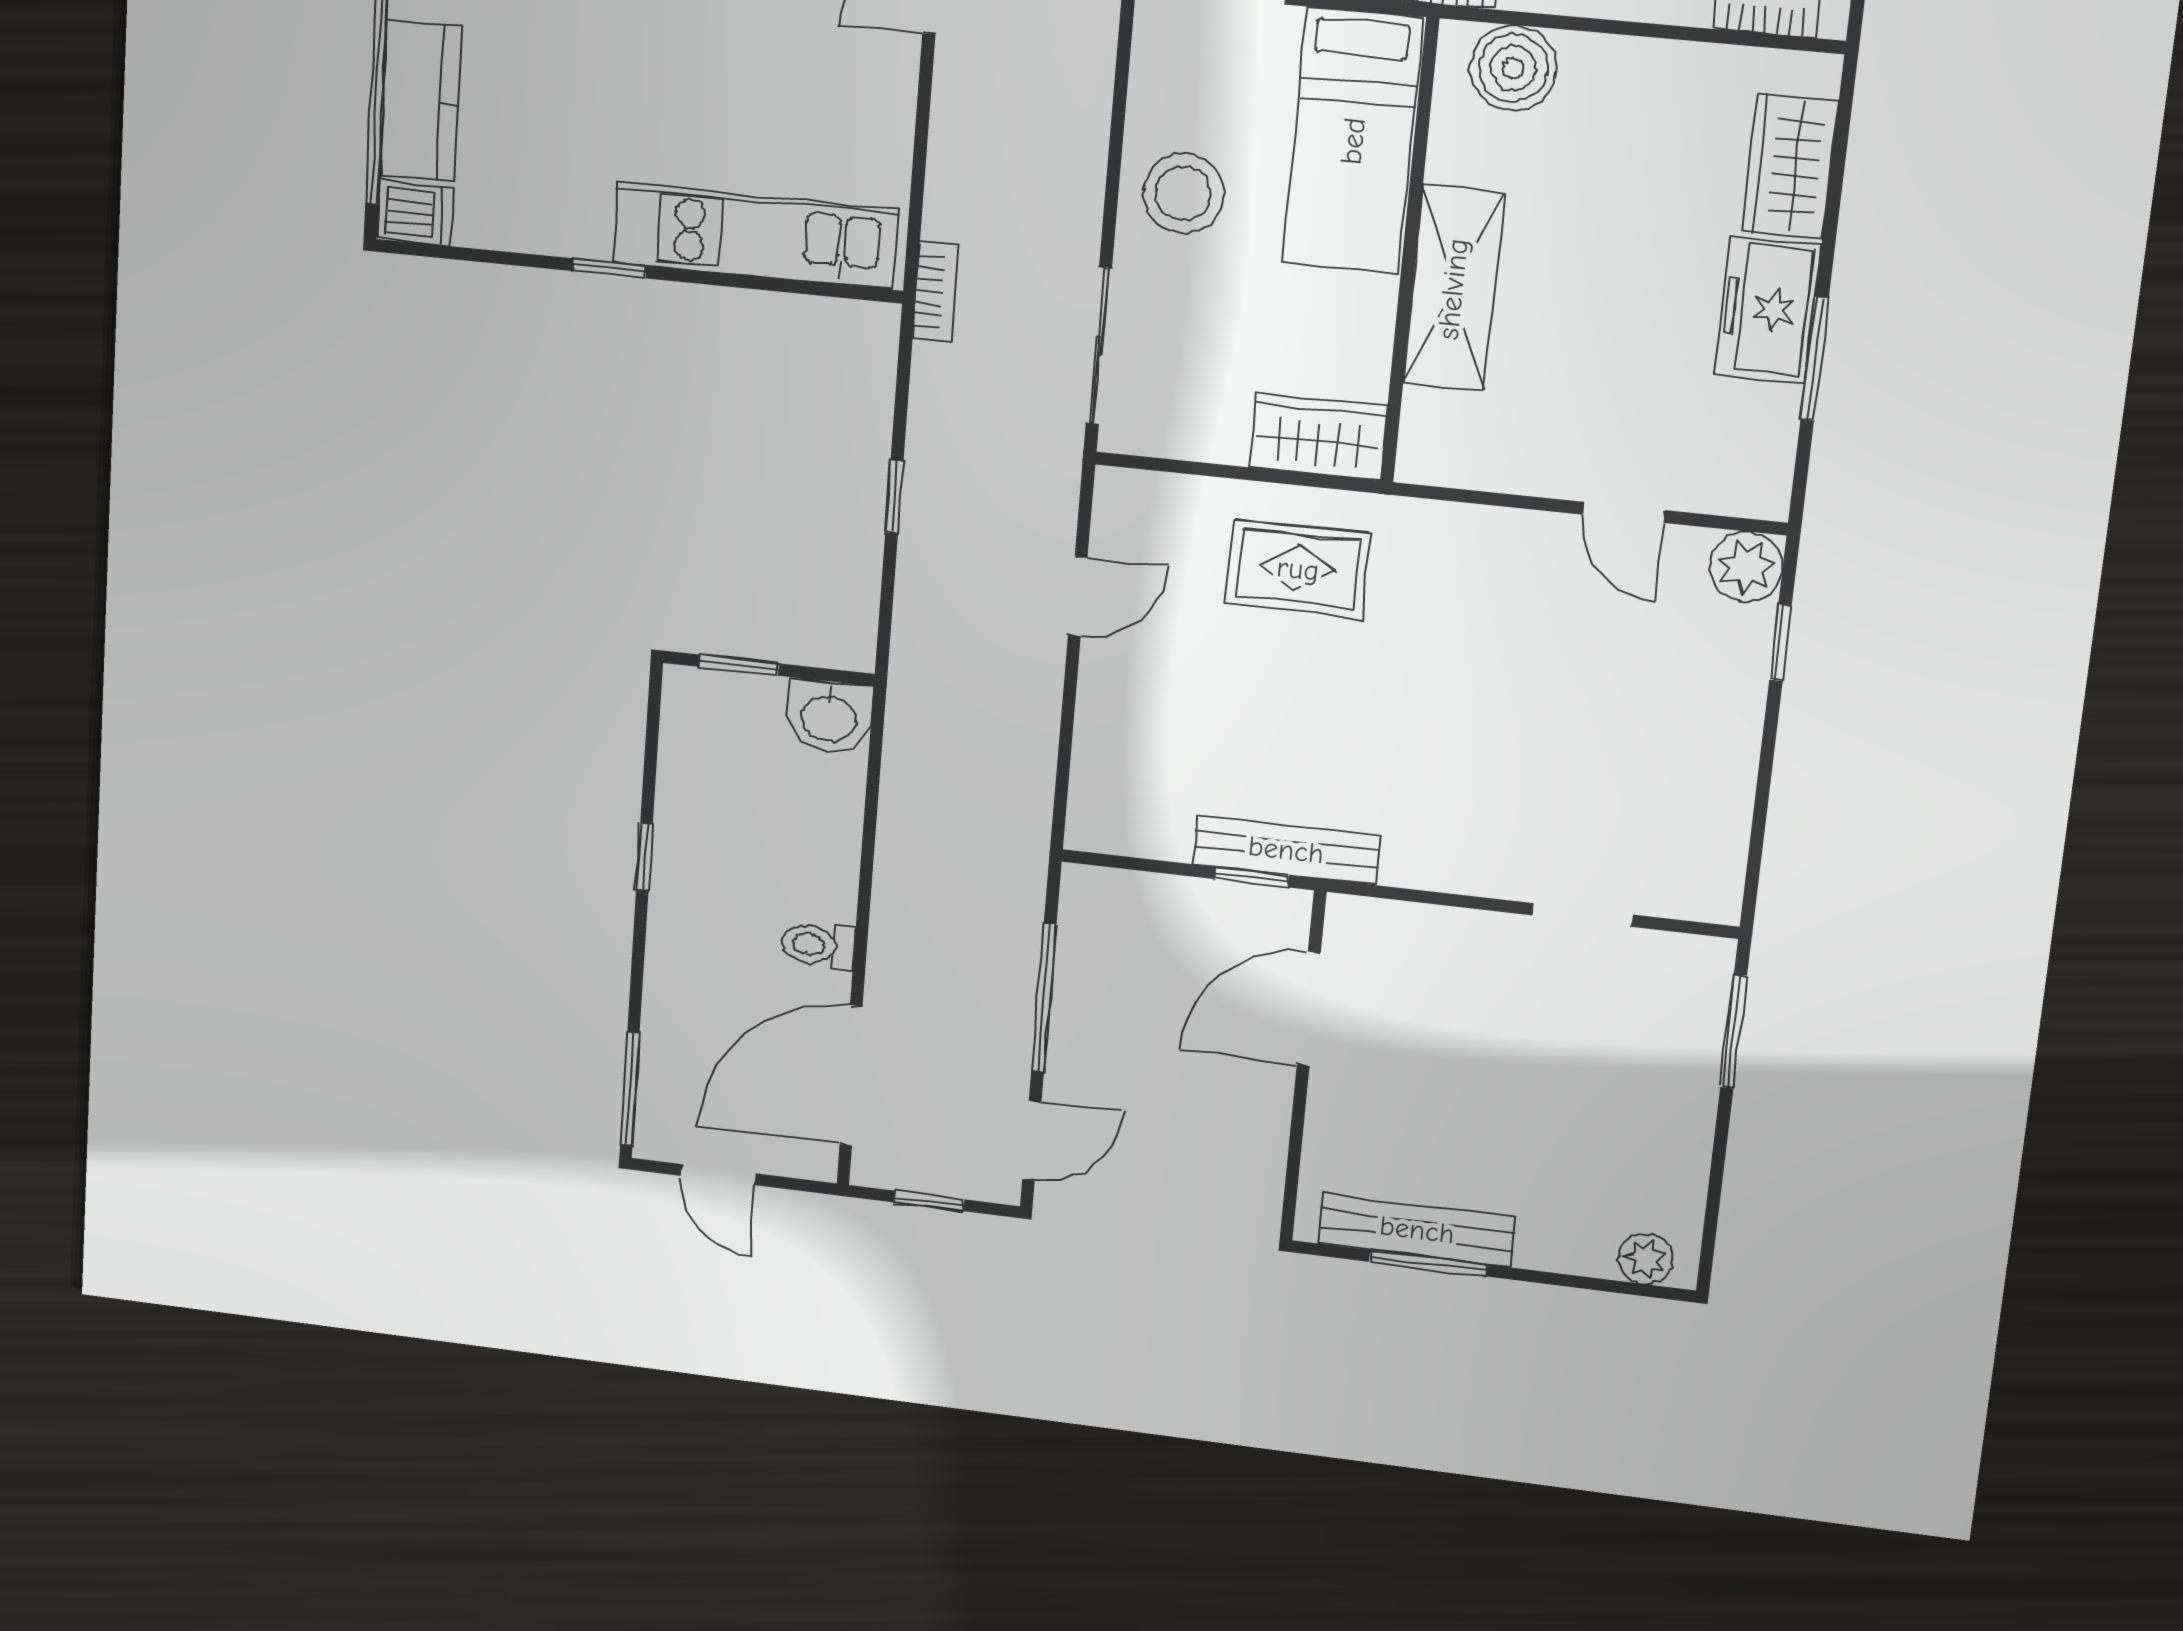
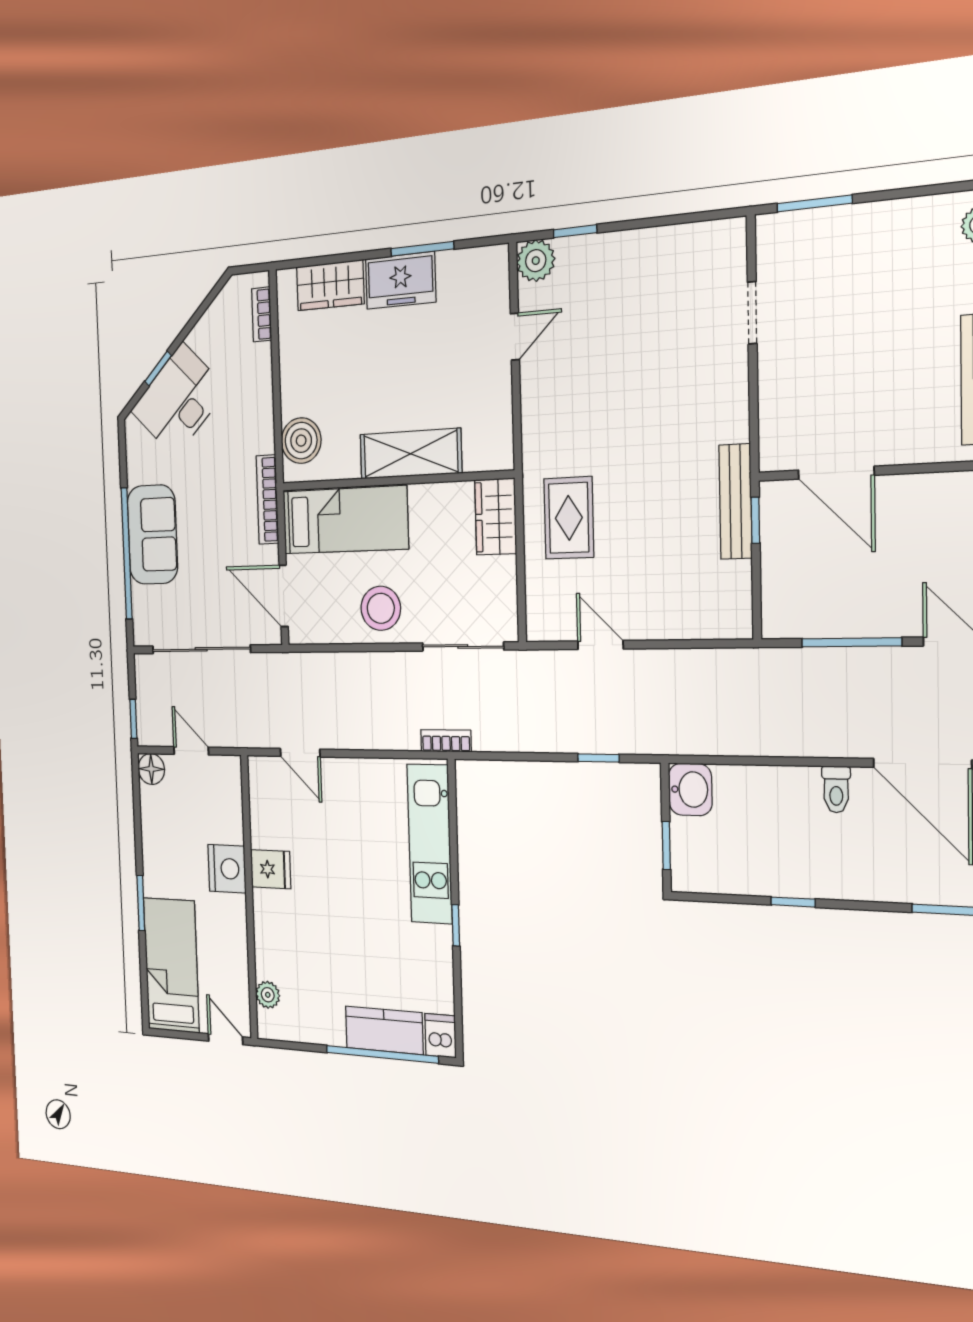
window: (894, 497) -> (598, 758), moved

